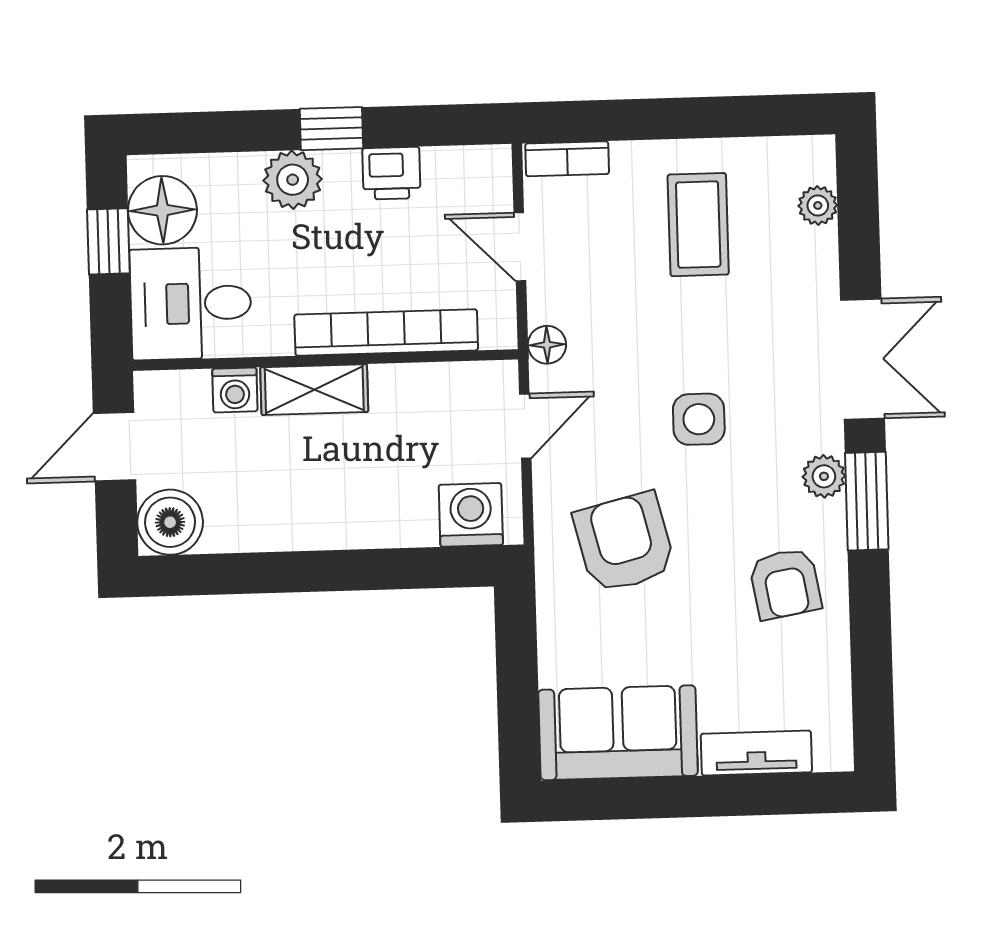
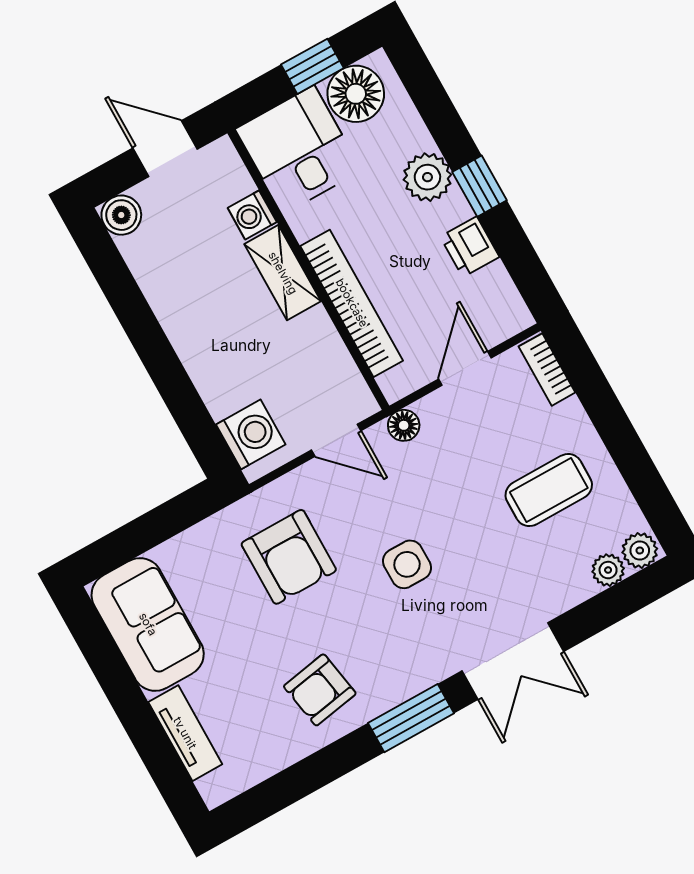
plant: (824, 476) -> (640, 550), moved
boiler: (170, 522) -> (121, 215), width x0.73, depth x0.73
armchair: (624, 542) -> (289, 557), turned 104

